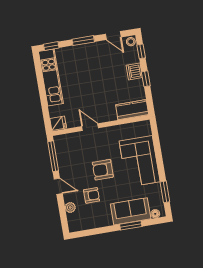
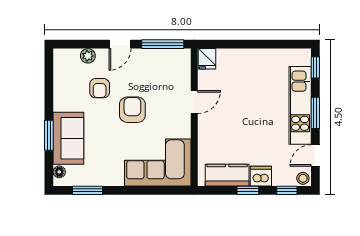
kitchen unit: (51, 77) -> (300, 105), moved, turned 90
kitchen counter: (132, 110) -> (227, 175), moved, turned -90
corner sofa: (140, 161) -> (158, 162), moved

